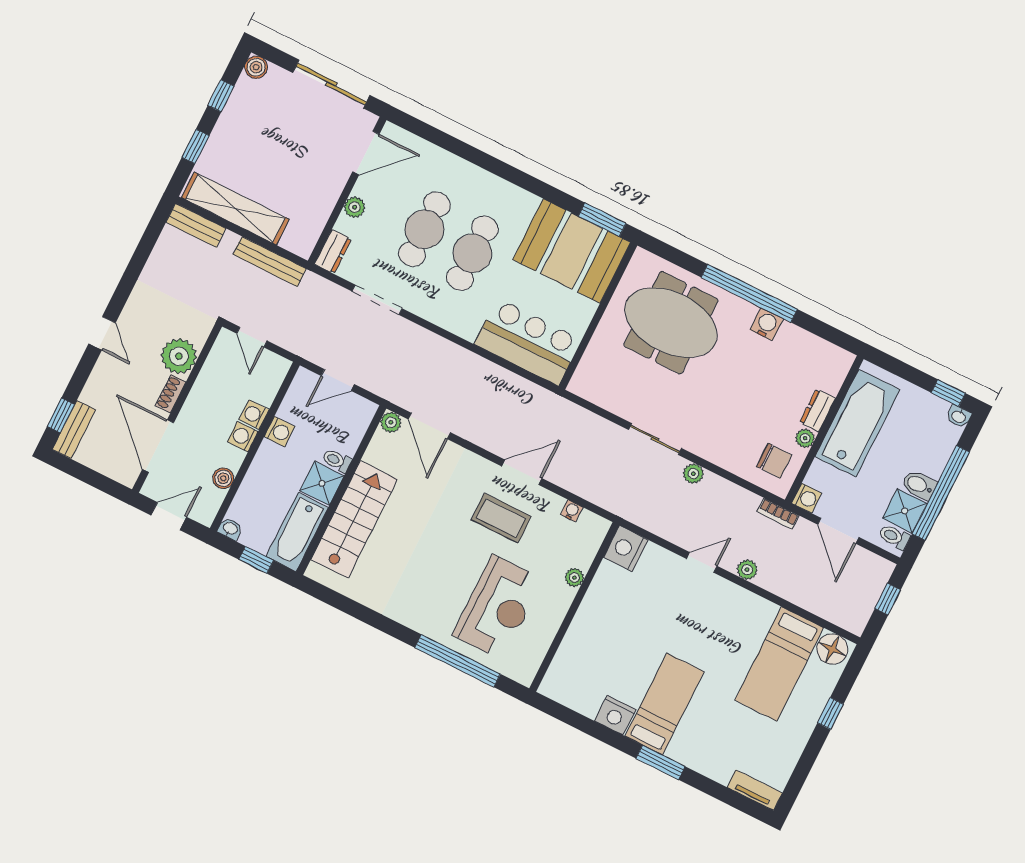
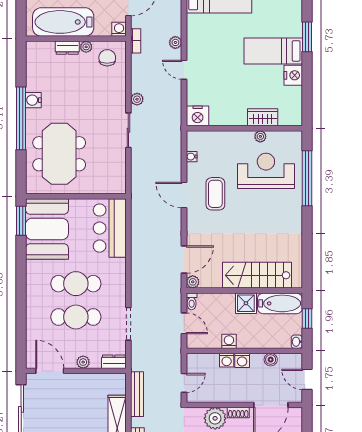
toilet: (337, 461) -> (192, 301), moved
plant: (574, 578) -> (260, 136), moved
wardrobe: (577, 641) -> (263, 117), added

